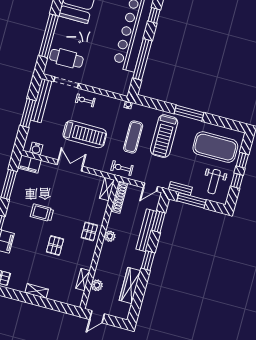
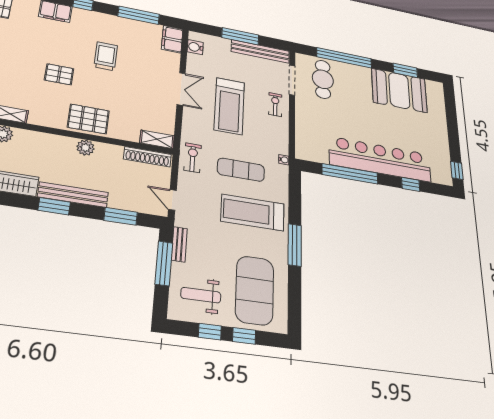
bench: (146, 230) -> (73, 195), moved
pallet: (89, 231) -> (88, 119), width x1.50, depth x1.42

